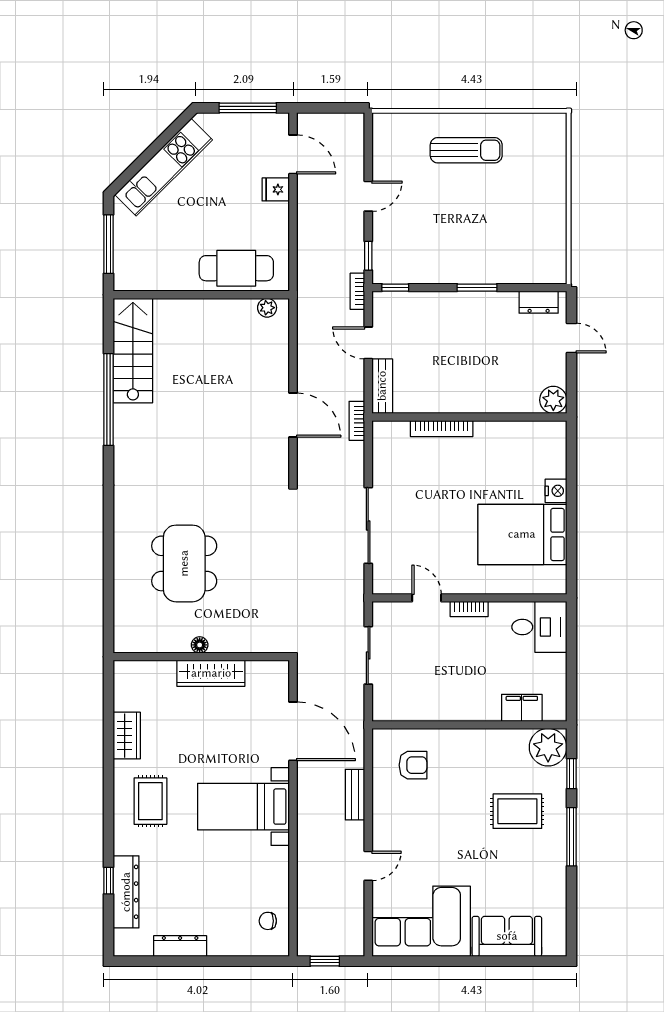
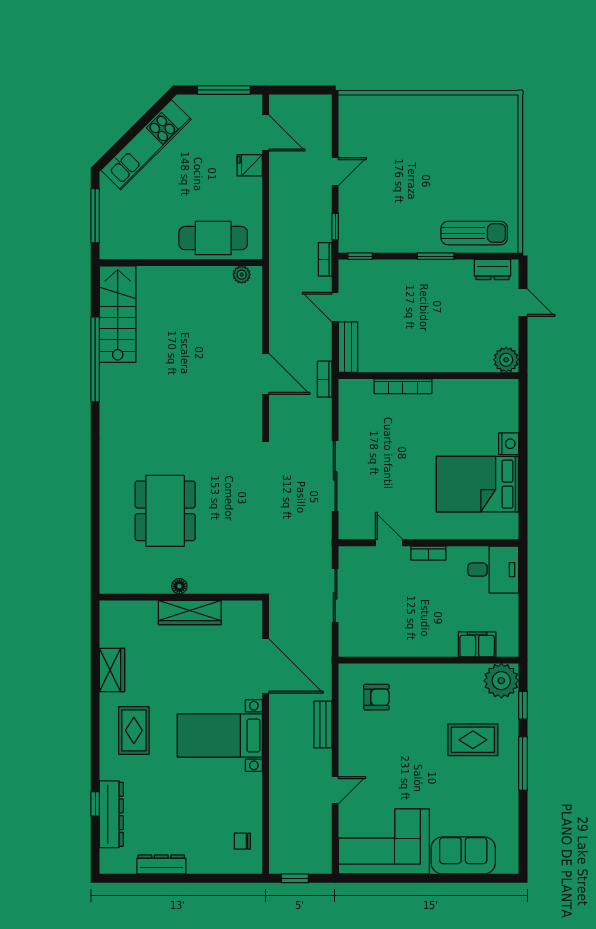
sun lounger: (466, 150) -> (474, 233), moved

